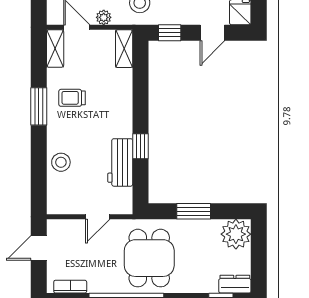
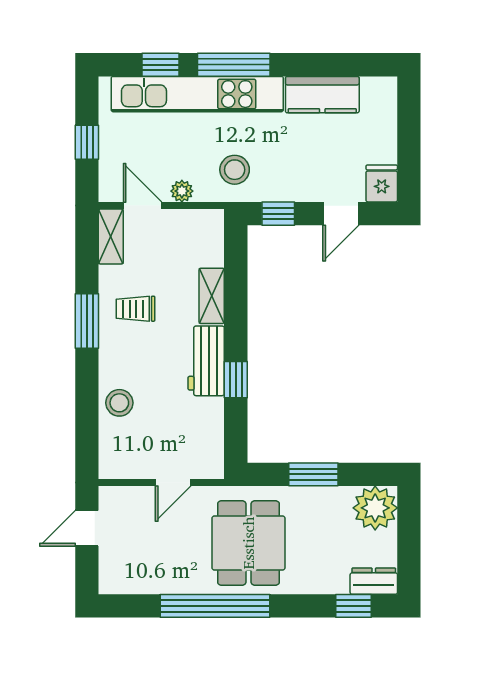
shelving: (124, 49) -> (212, 296), moved
workbench: (120, 162) -> (206, 361), moved
bookcase: (70, 287) -> (133, 585), removed

